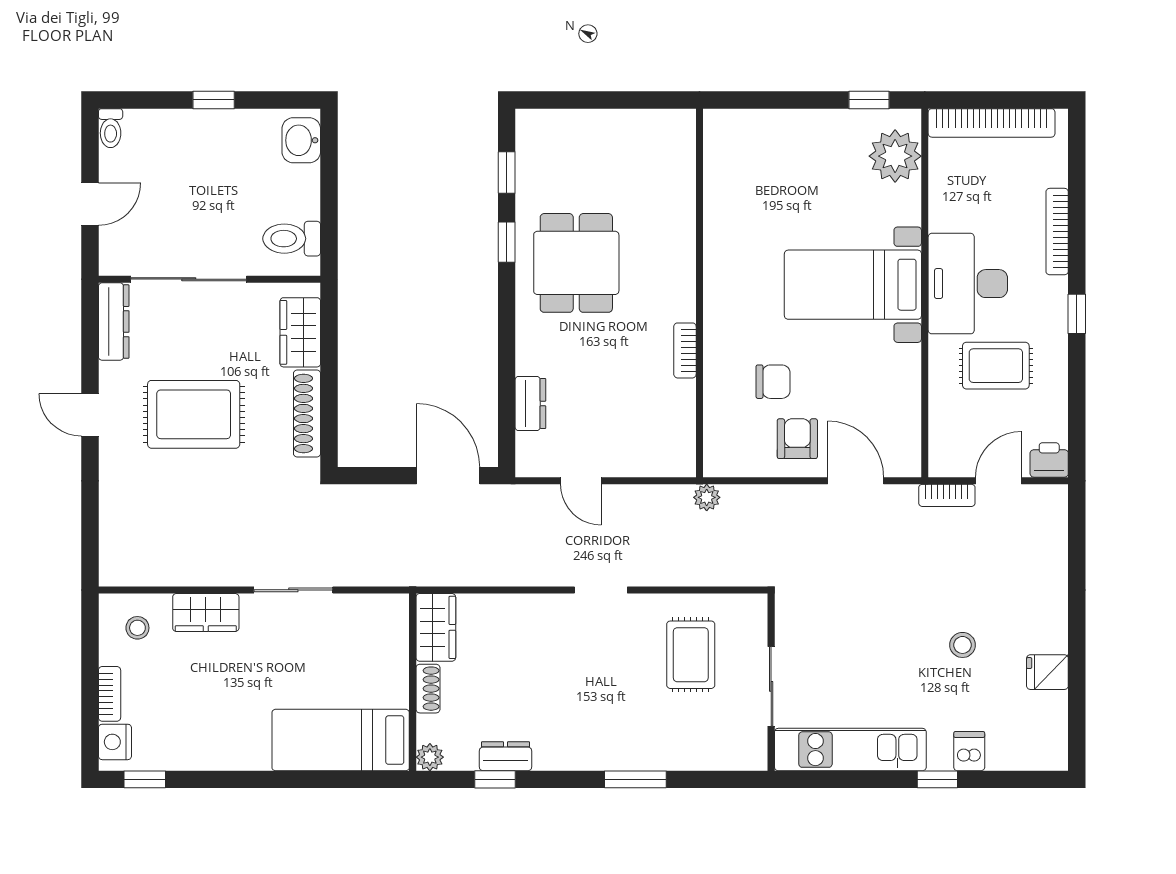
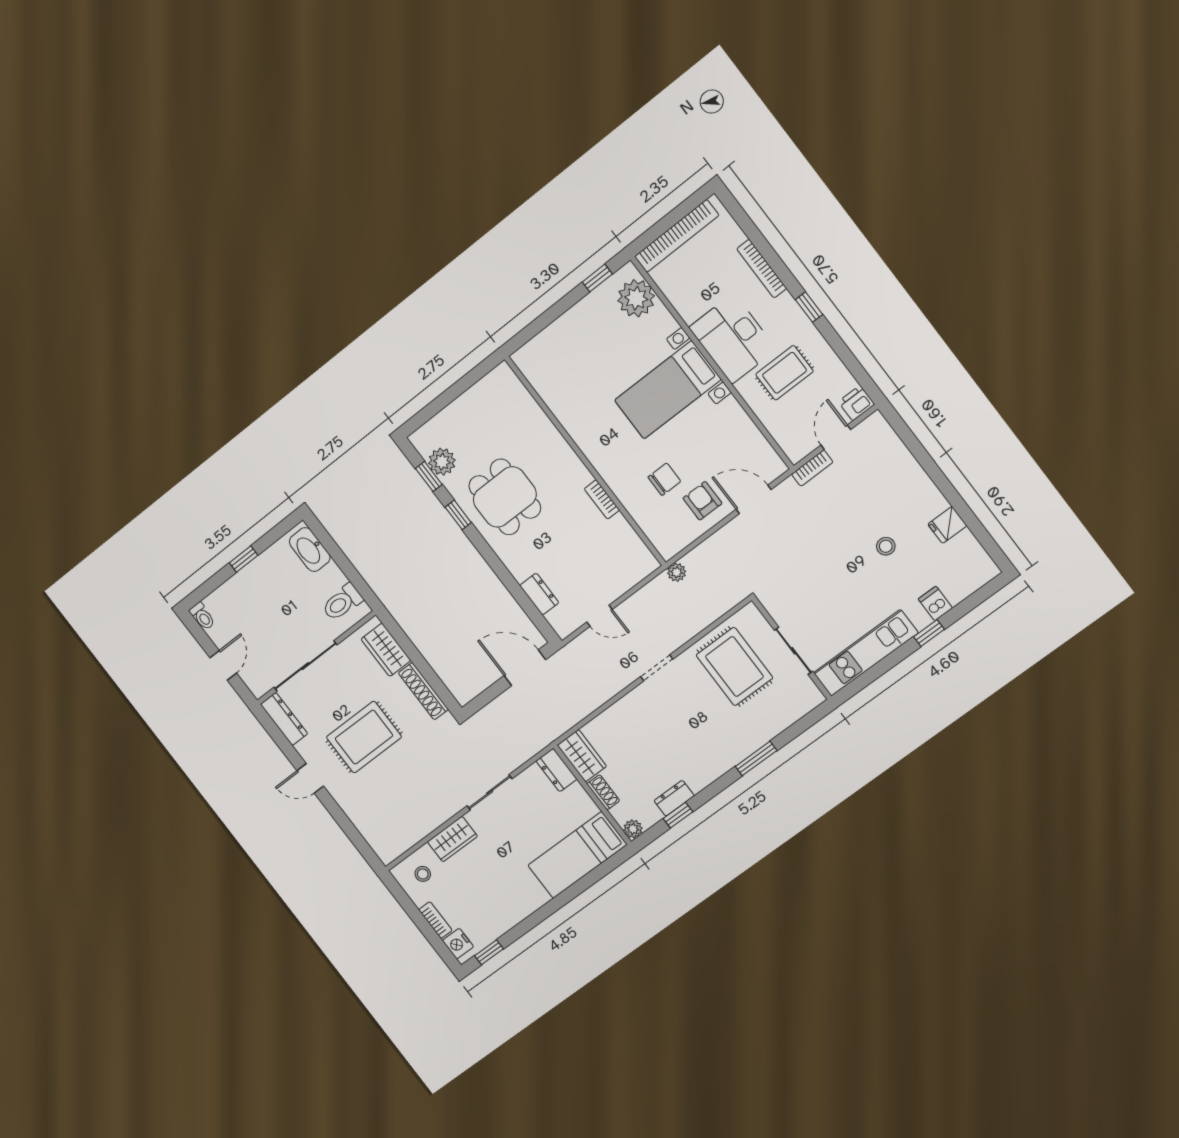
washbasin: (301, 140) -> (310, 550), width x1.38
plant: (535, 168) -> (442, 462), added
dresser: (393, 622) -> (557, 770), added
rug: (691, 655) -> (734, 667), width x1.36, depth x1.43

